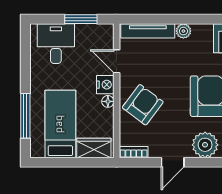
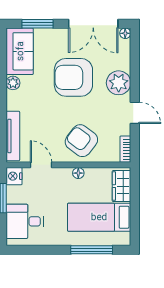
plant: (183, 31) -> (13, 83), moved
door: (117, 61) -> (41, 165), swing flipped
nightstand: (105, 85) -> (14, 176), moved, turned -90

